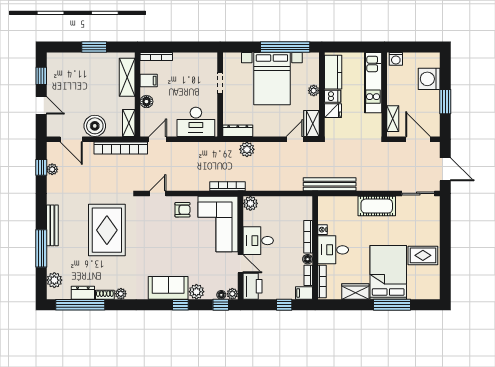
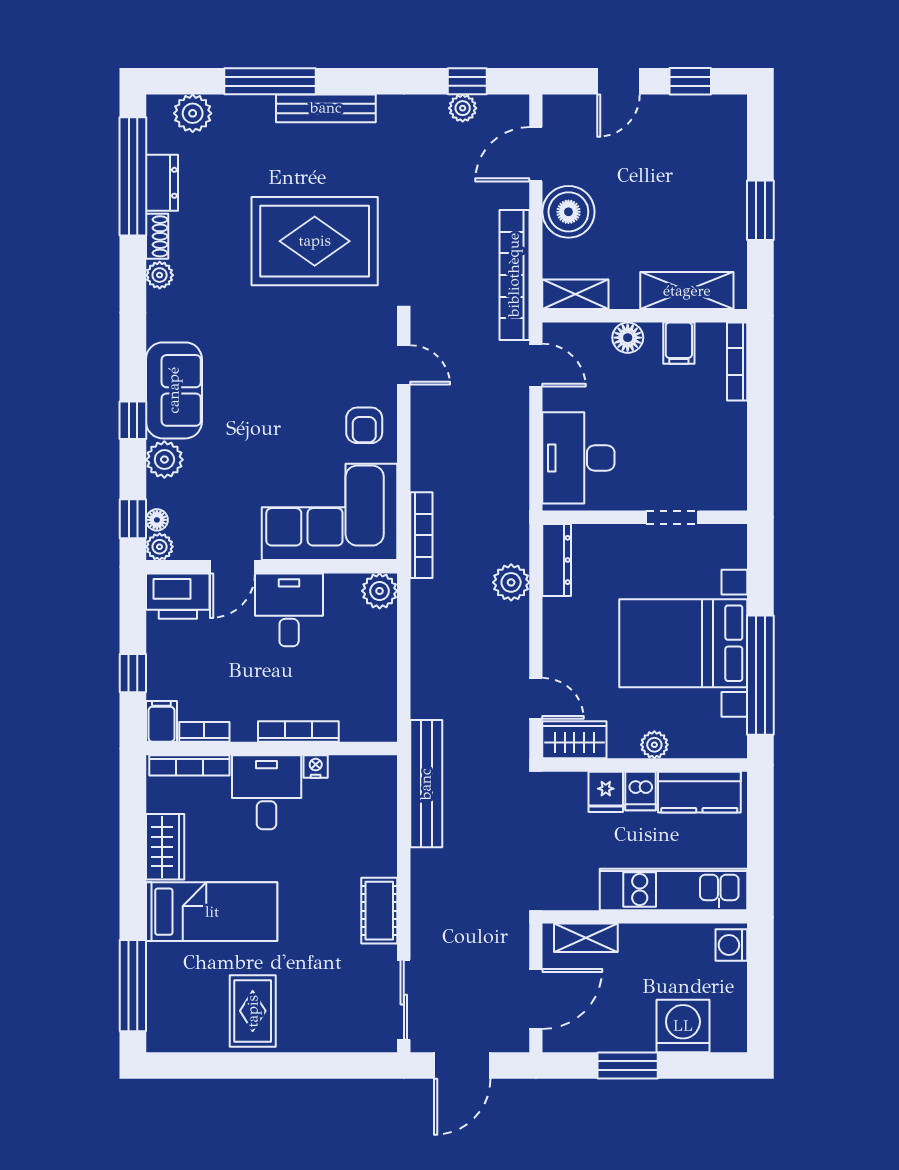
cot: (377, 206) -> (379, 911), width x0.73, depth x0.75
floor lamp: (308, 259) -> (244, 730), removed
bed: (388, 272) -> (212, 912), width x0.67
window: (392, 305) -> (133, 986), moved

